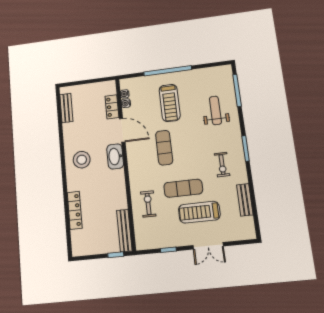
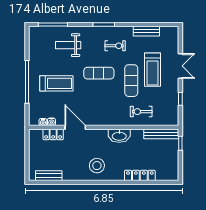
door: (122, 130) -> (75, 127), hinge flipped
exercise mat: (164, 148) -> (99, 73), moved
washbasin: (115, 156) -> (119, 136), moved

